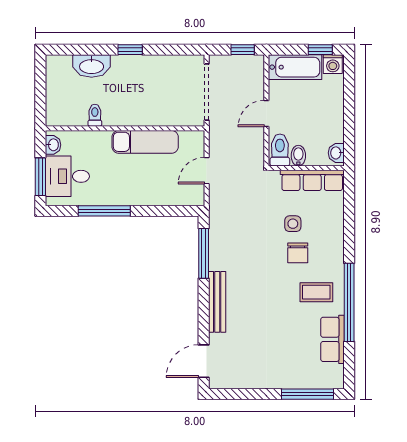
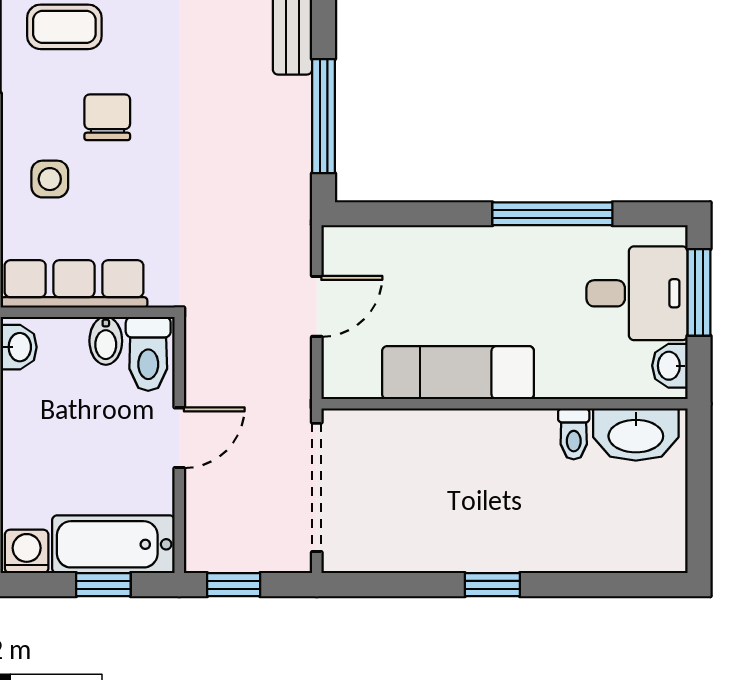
window: (320, 50) -> (103, 585), moved
washbasin: (92, 66) -> (636, 435), moved, turned 180
side table: (293, 224) -> (50, 179), moved

